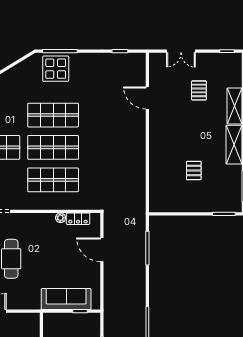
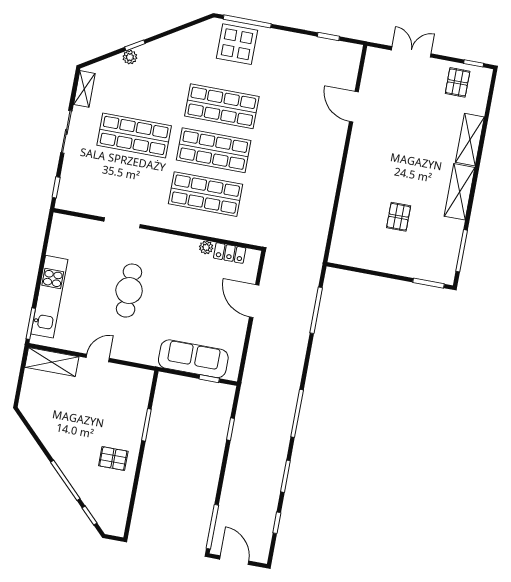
double door: (181, 51) -> (411, 52), swing flipped
pallet: (199, 90) -> (458, 82), moved

